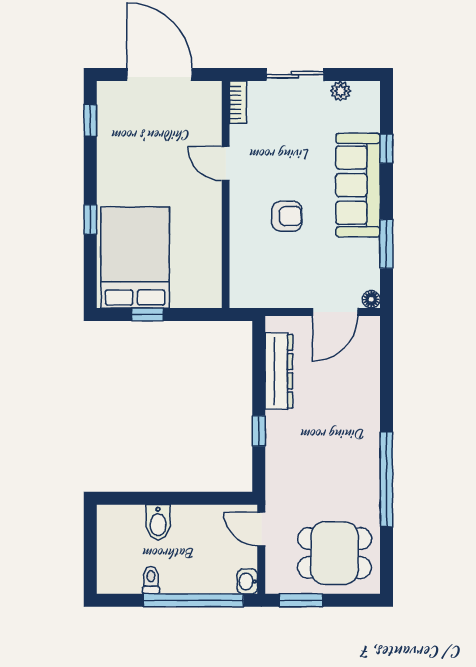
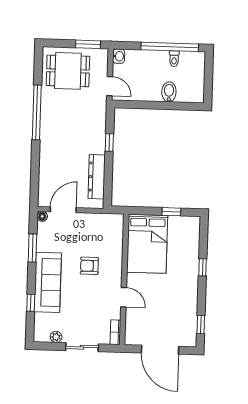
bed: (135, 258) -> (147, 244), moved
window: (193, 600) -> (170, 47), moved

